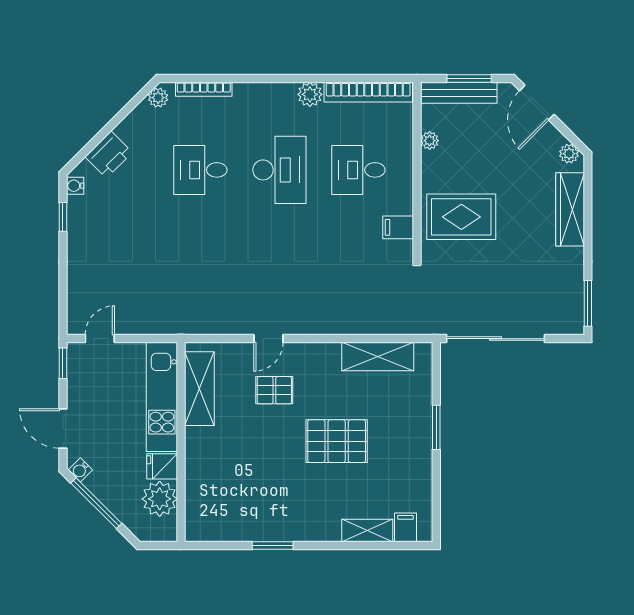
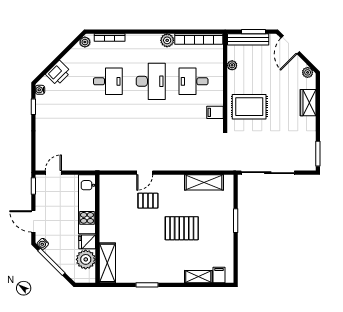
desk: (200, 170) -> (108, 81), turned 180
wardrobe: (570, 209) -> (308, 103), width x0.67
shelving: (199, 389) -> (107, 263), moved

